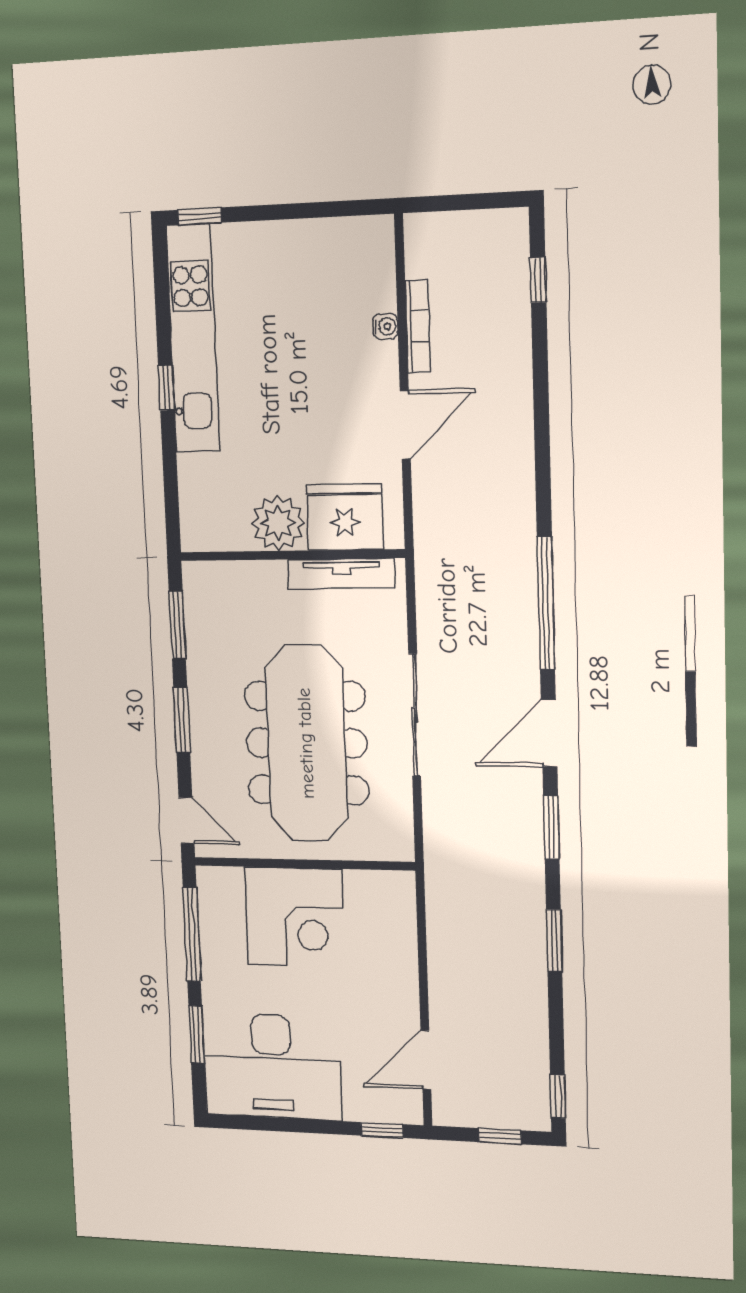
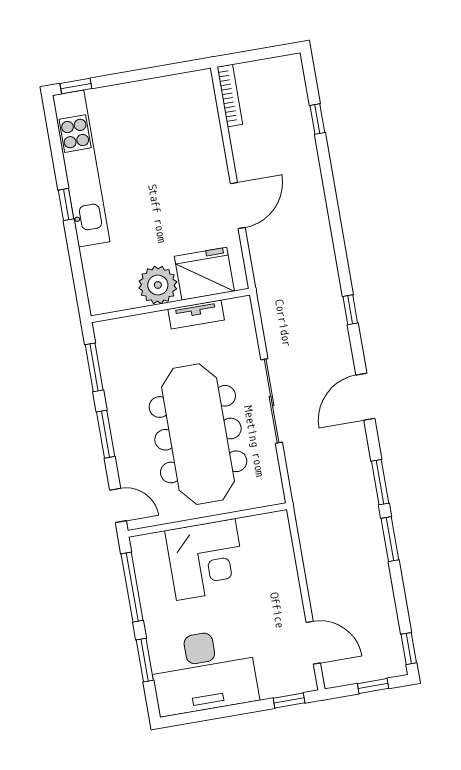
window: (538, 280) -> (317, 119), moved
water cooler: (385, 326) -> (215, 142), removed
bookcase: (418, 326) -> (230, 96), moved
tv unit: (341, 574) -> (196, 314), width x0.71
window: (546, 603) -> (350, 310), width x0.32
window: (551, 827) -> (380, 482), moved
door: (426, 1060) -> (313, 643), swing flipped

